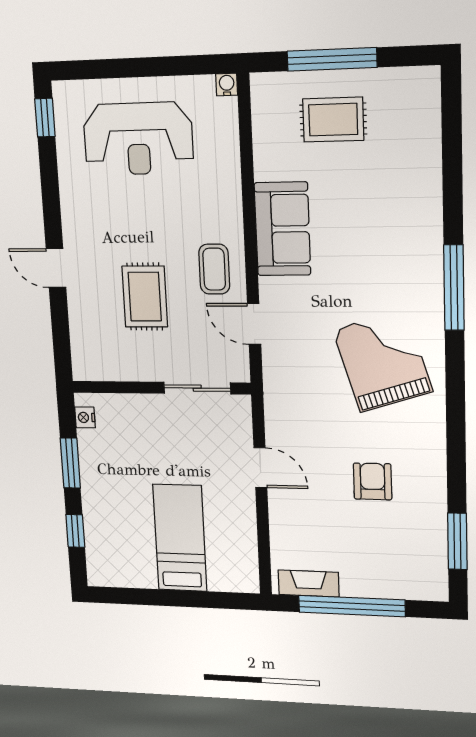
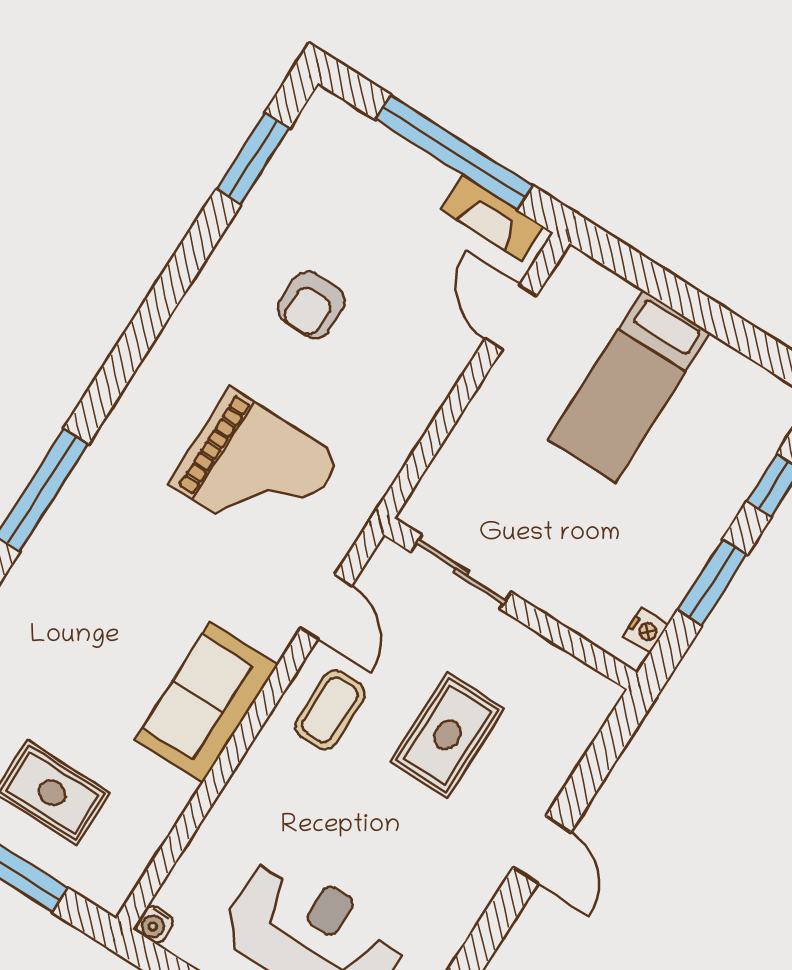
grand piano: (383, 361) -> (255, 471), moved, turned -73
door: (260, 468) -> (511, 317), moved

